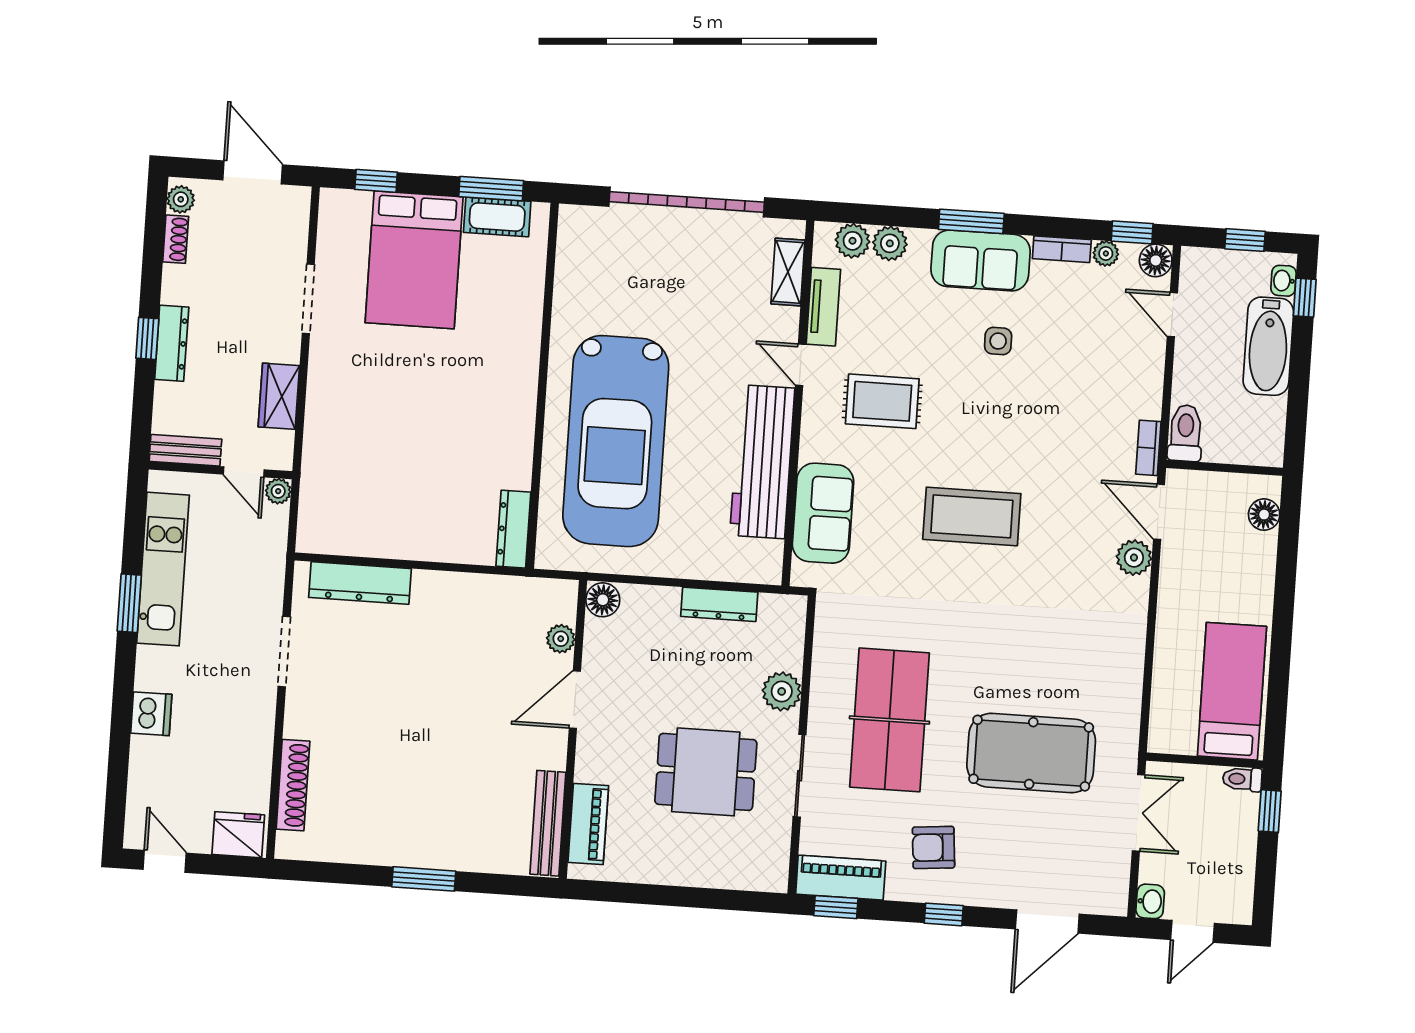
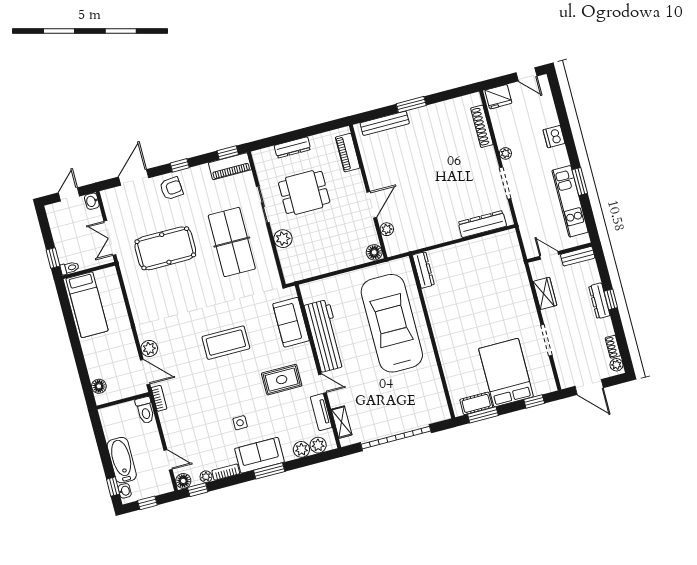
plant: (278, 491) -> (505, 153), moved
dresser: (719, 604) -> (292, 148), moved, turned 180
bench: (548, 823) -> (385, 123), moved, turned 90
armchair: (933, 847) -> (171, 188), moved

